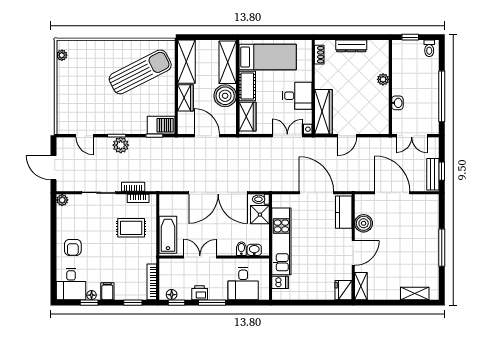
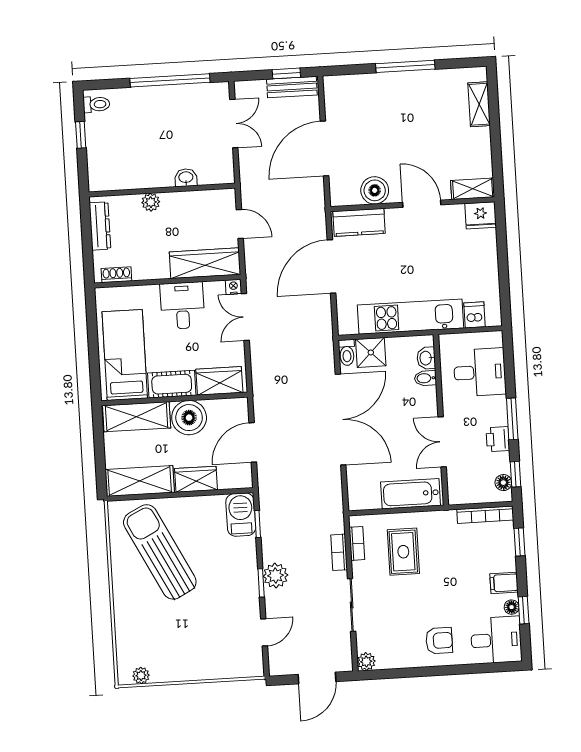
plant: (383, 79) -> (151, 202), moved
wall: (390, 87) -> (162, 190), moved
washbasin: (397, 103) -> (186, 178), moved

